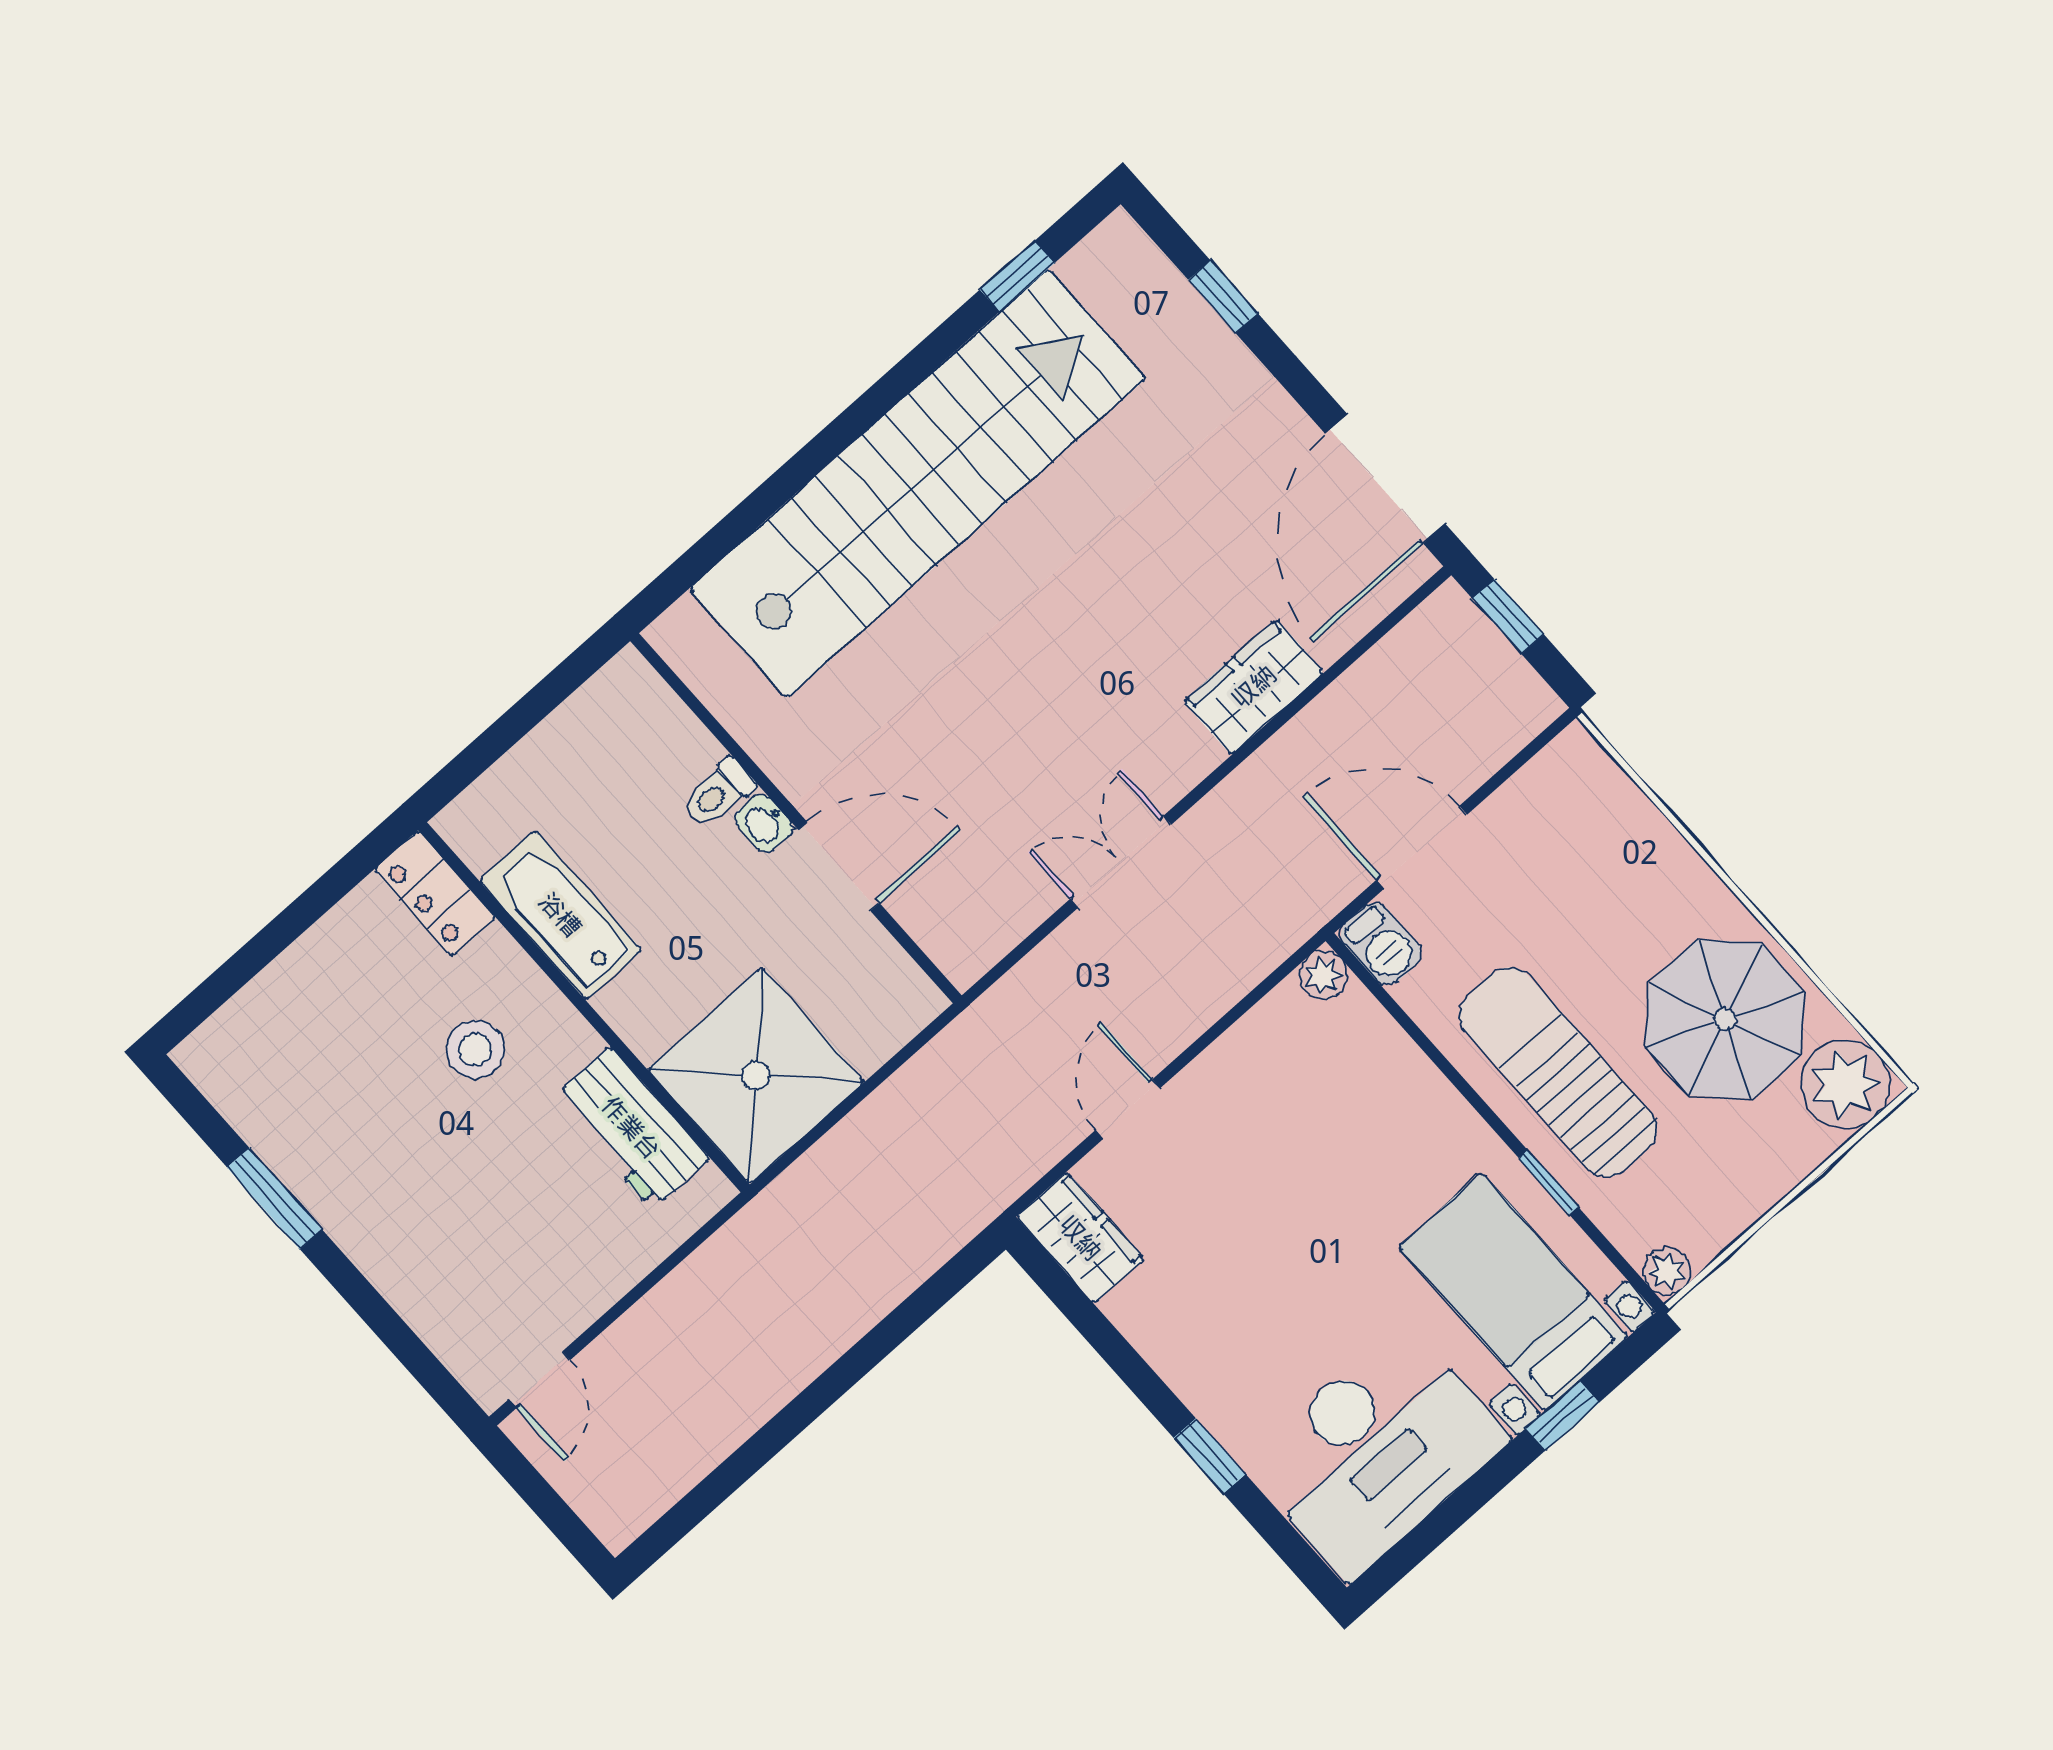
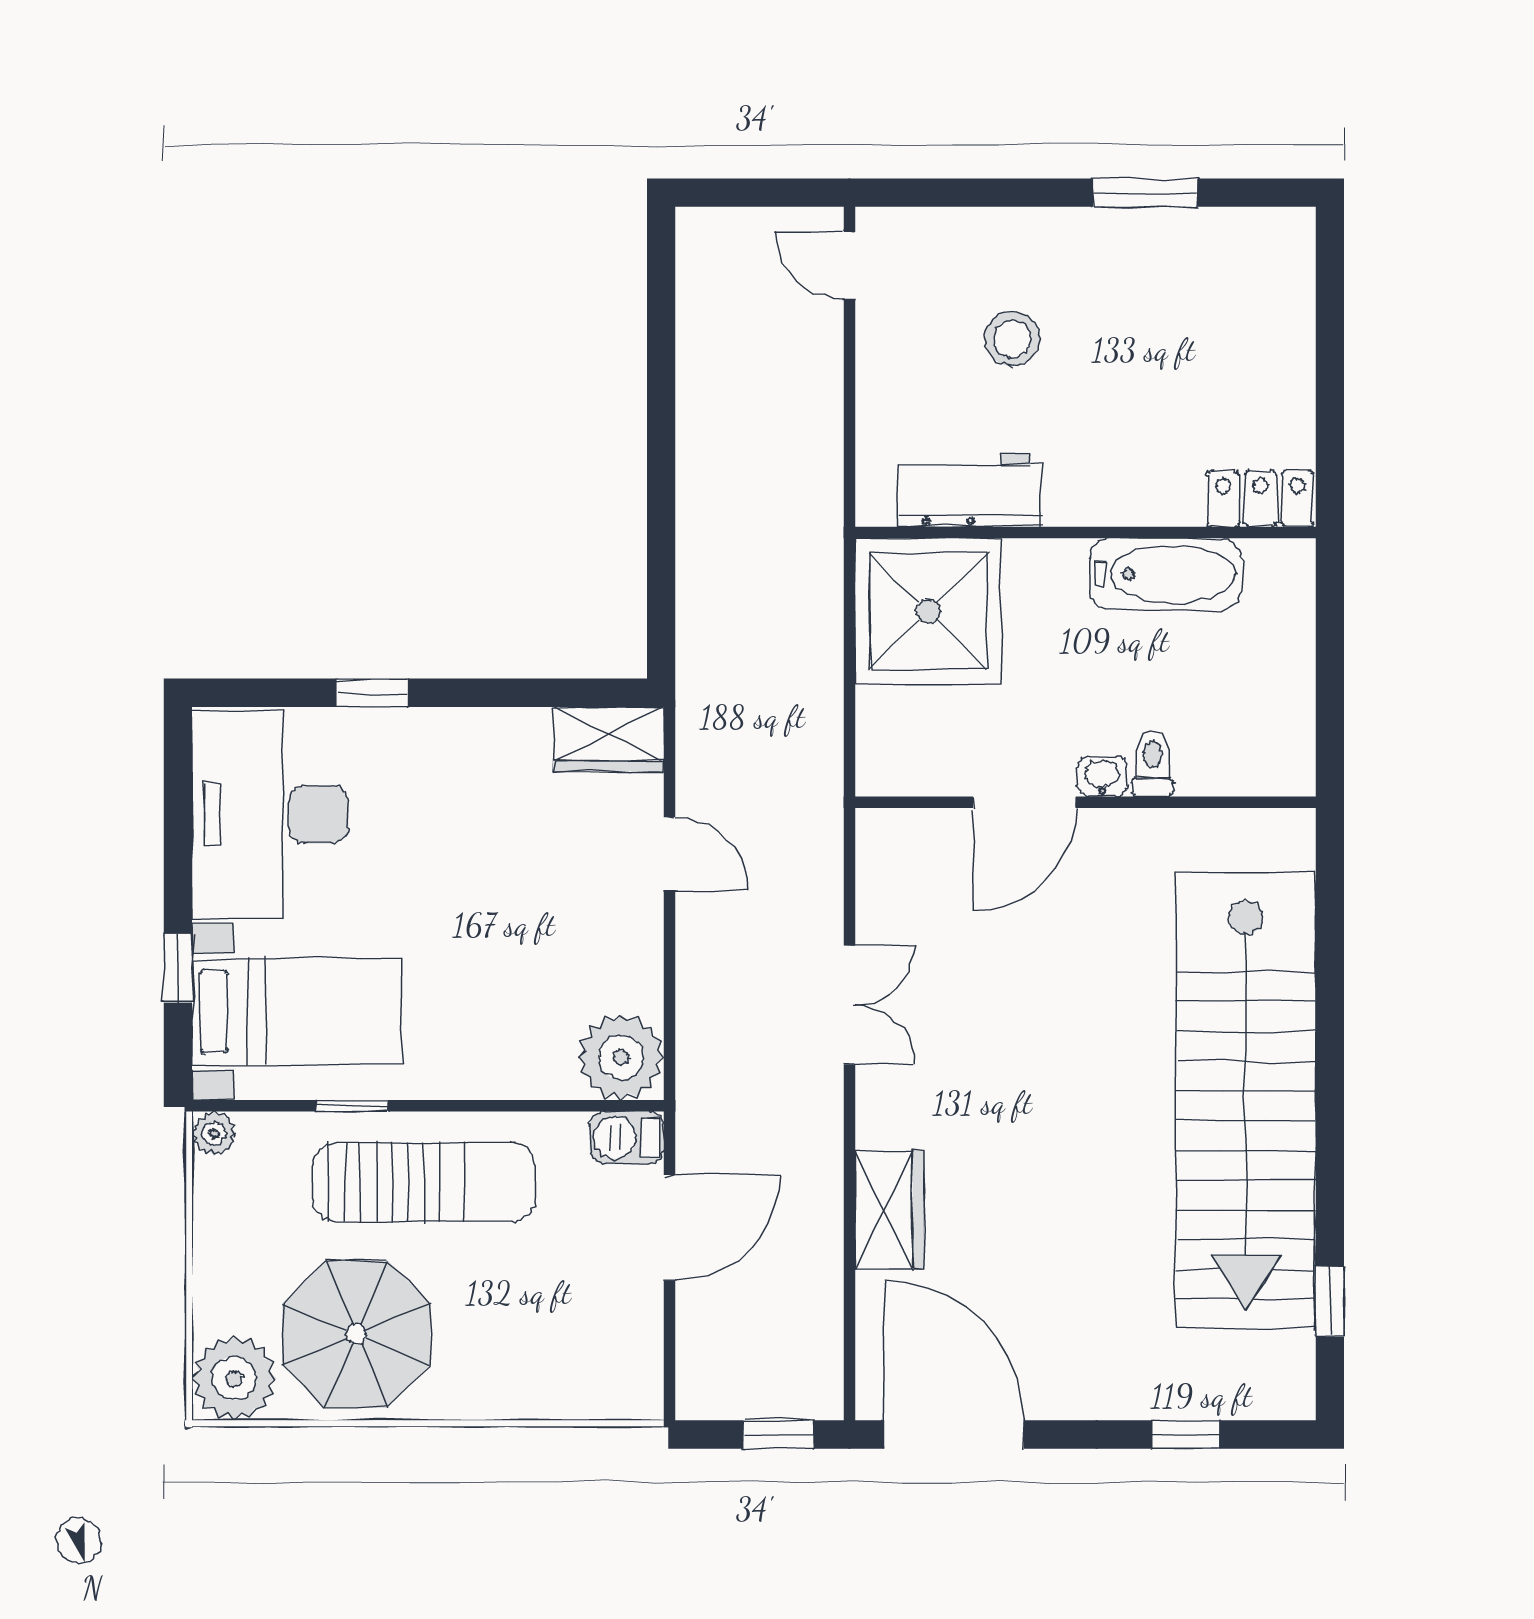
plant: (1323, 975) -> (621, 1057), width x1.87, depth x1.87
stool: (475, 1049) -> (1012, 339), moved

